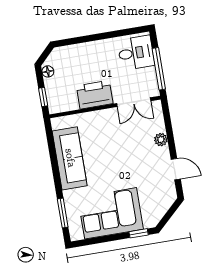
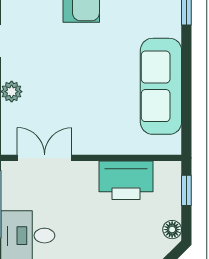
printer: (95, 95) -> (126, 180), moved

